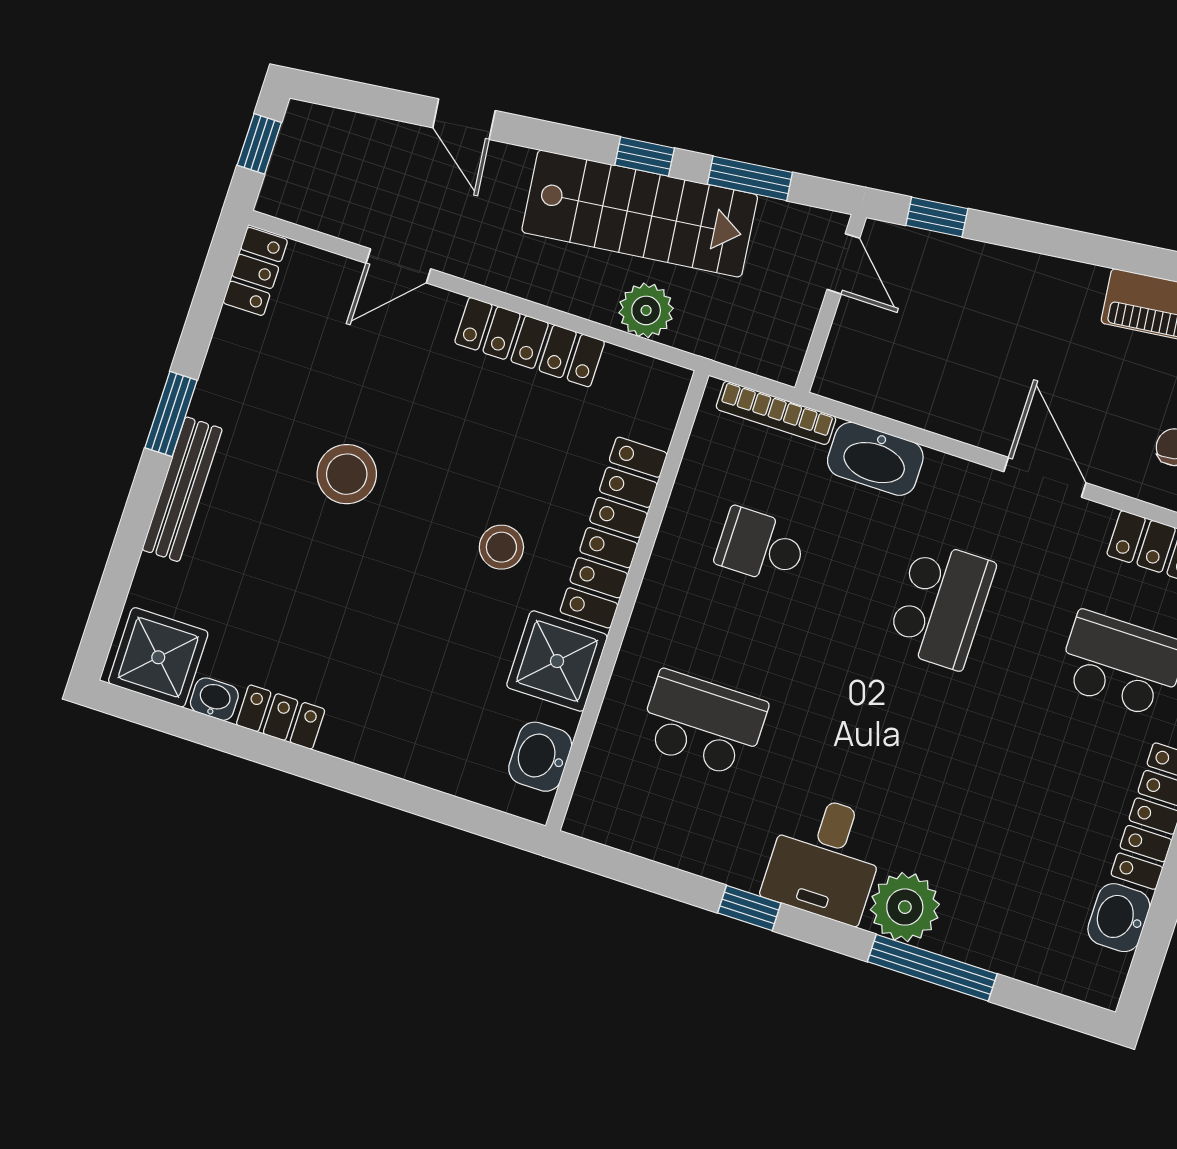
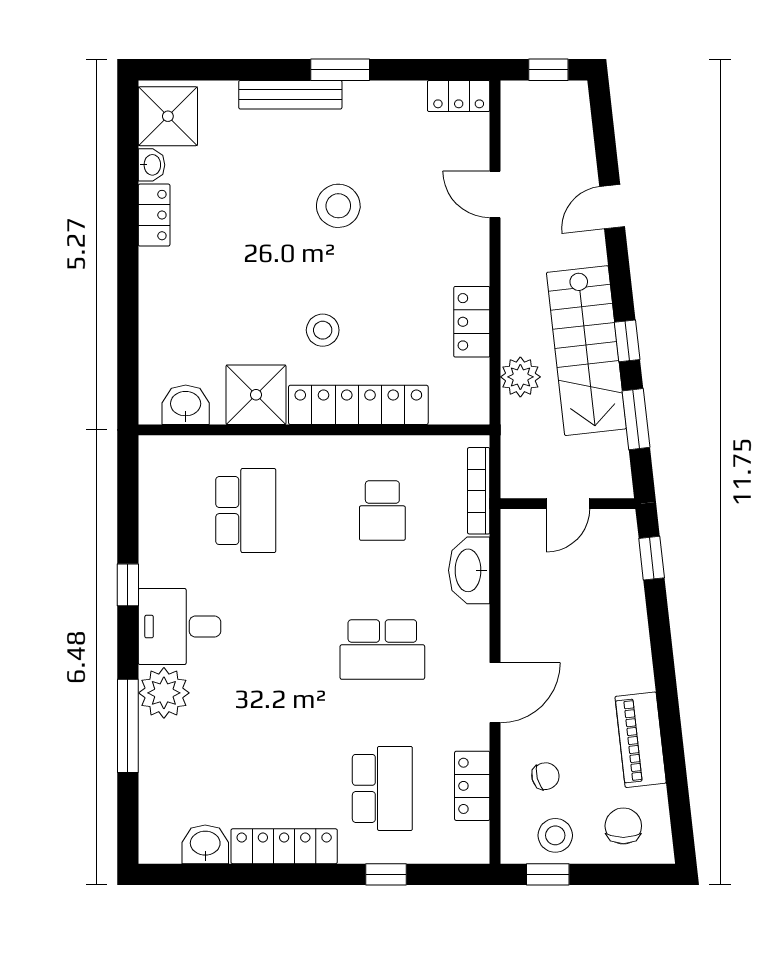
door: (843, 264) -> (568, 504), moved
locker: (530, 342) -> (472, 322), width x0.66
school desk: (761, 546) -> (382, 511), turned 180

